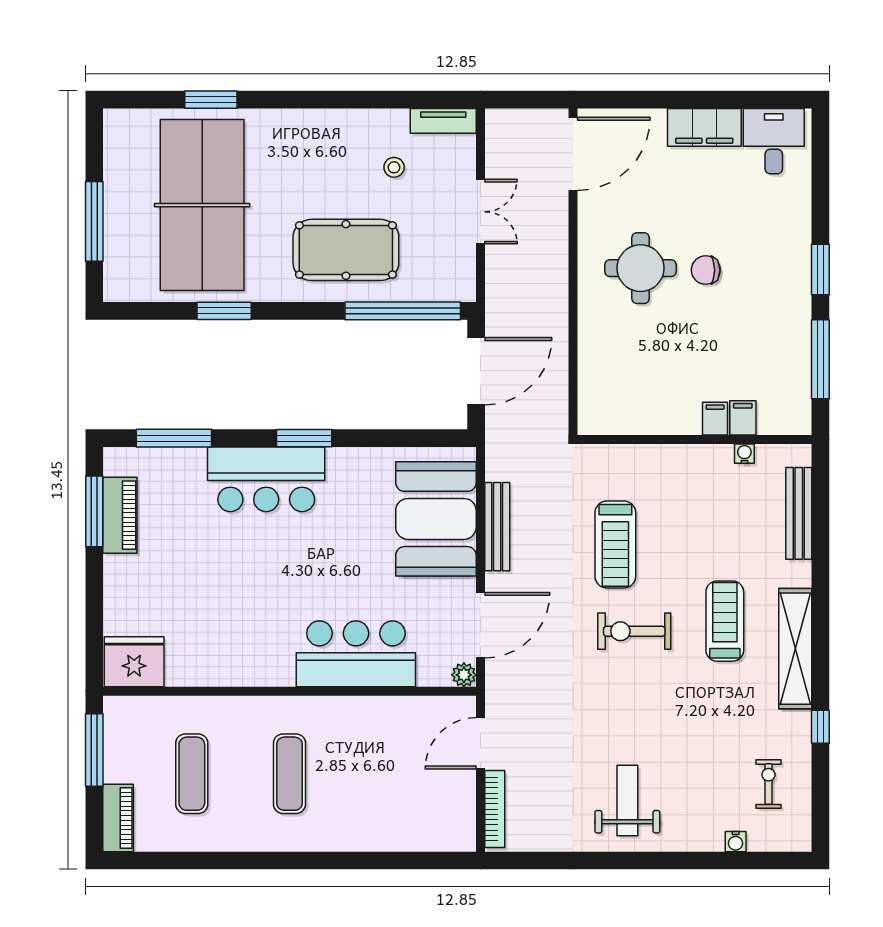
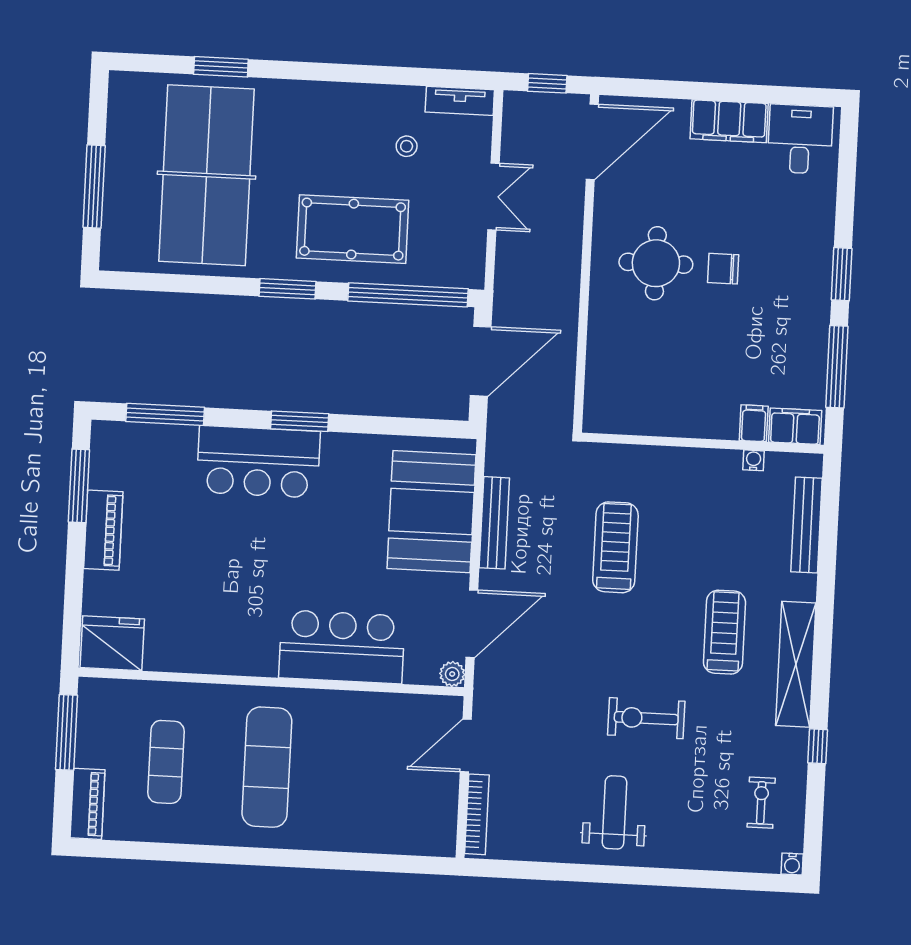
window: (527, 100) -> (547, 83), added
window: (224, 311) -> (288, 289), moved
filing cabinet: (715, 419) -> (795, 426), moved, width x2.00
piano: (120, 515) -> (103, 530), moved
treadmill: (615, 544) -> (615, 547), turned 180
exercise bike: (634, 631) -> (646, 718), moved
exercise mat: (289, 774) -> (267, 767), width x1.36, depth x1.45
water cooler: (736, 842) -> (792, 864), moved

